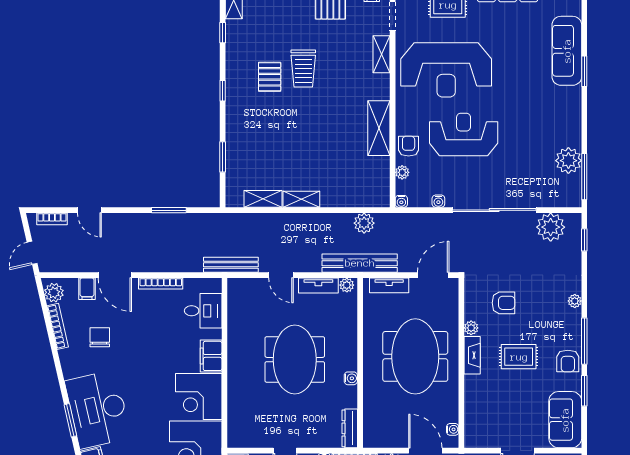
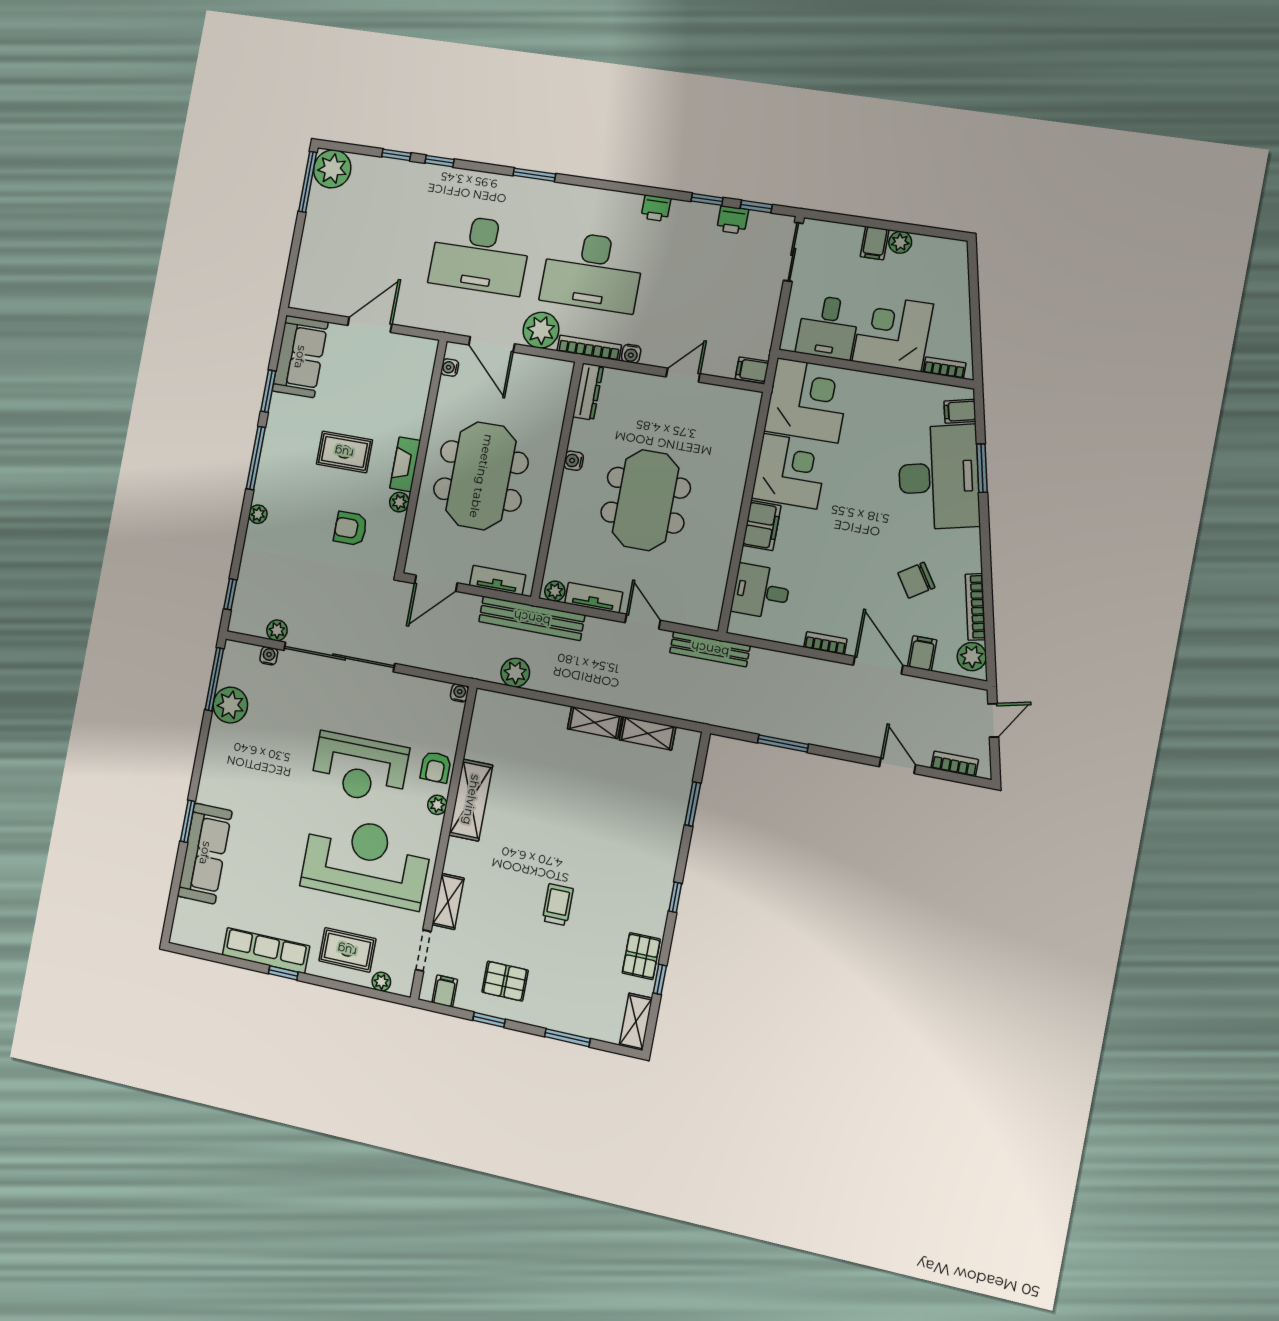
trolley: (303, 68) -> (558, 905), width x0.73, depth x0.72
pallet: (270, 77) -> (641, 956), moved
plant: (402, 172) -> (437, 805), moved
water cooler: (438, 201) -> (269, 656), moved
plant: (551, 227) -> (277, 630), width x0.53, depth x0.53
bookcase: (161, 284) -> (825, 643), width x0.64
chair: (100, 337) -> (916, 580), turned 57
armchair: (568, 361) -> (282, 435), removed

